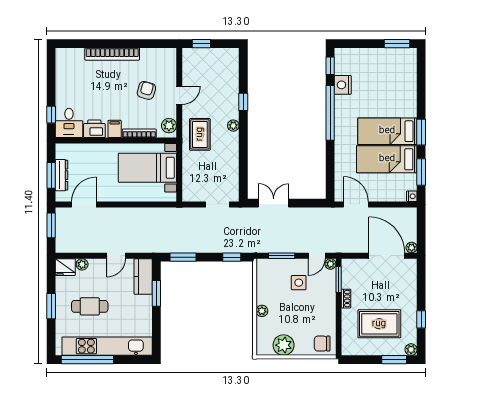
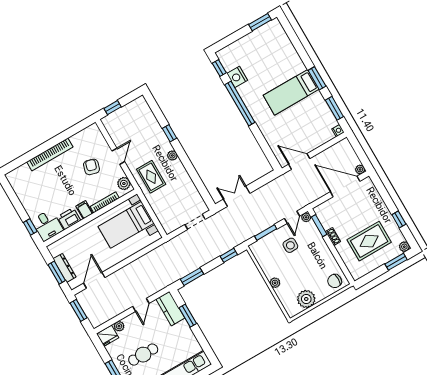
bed: (387, 159) -> (303, 114), removed

